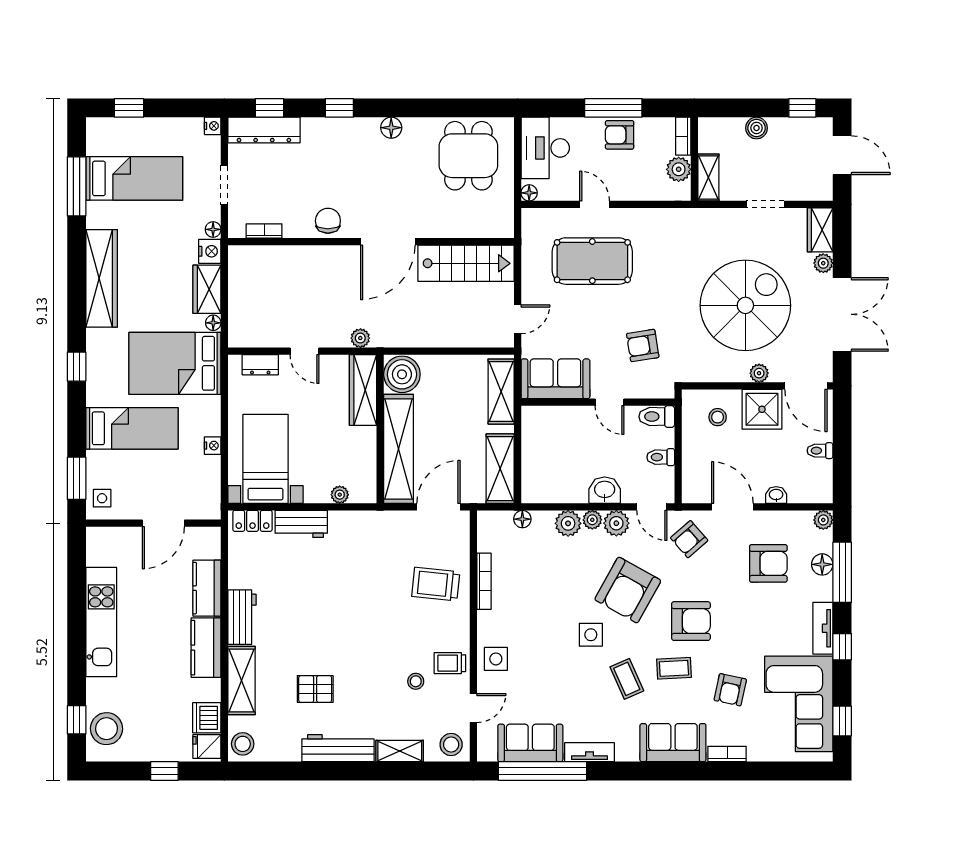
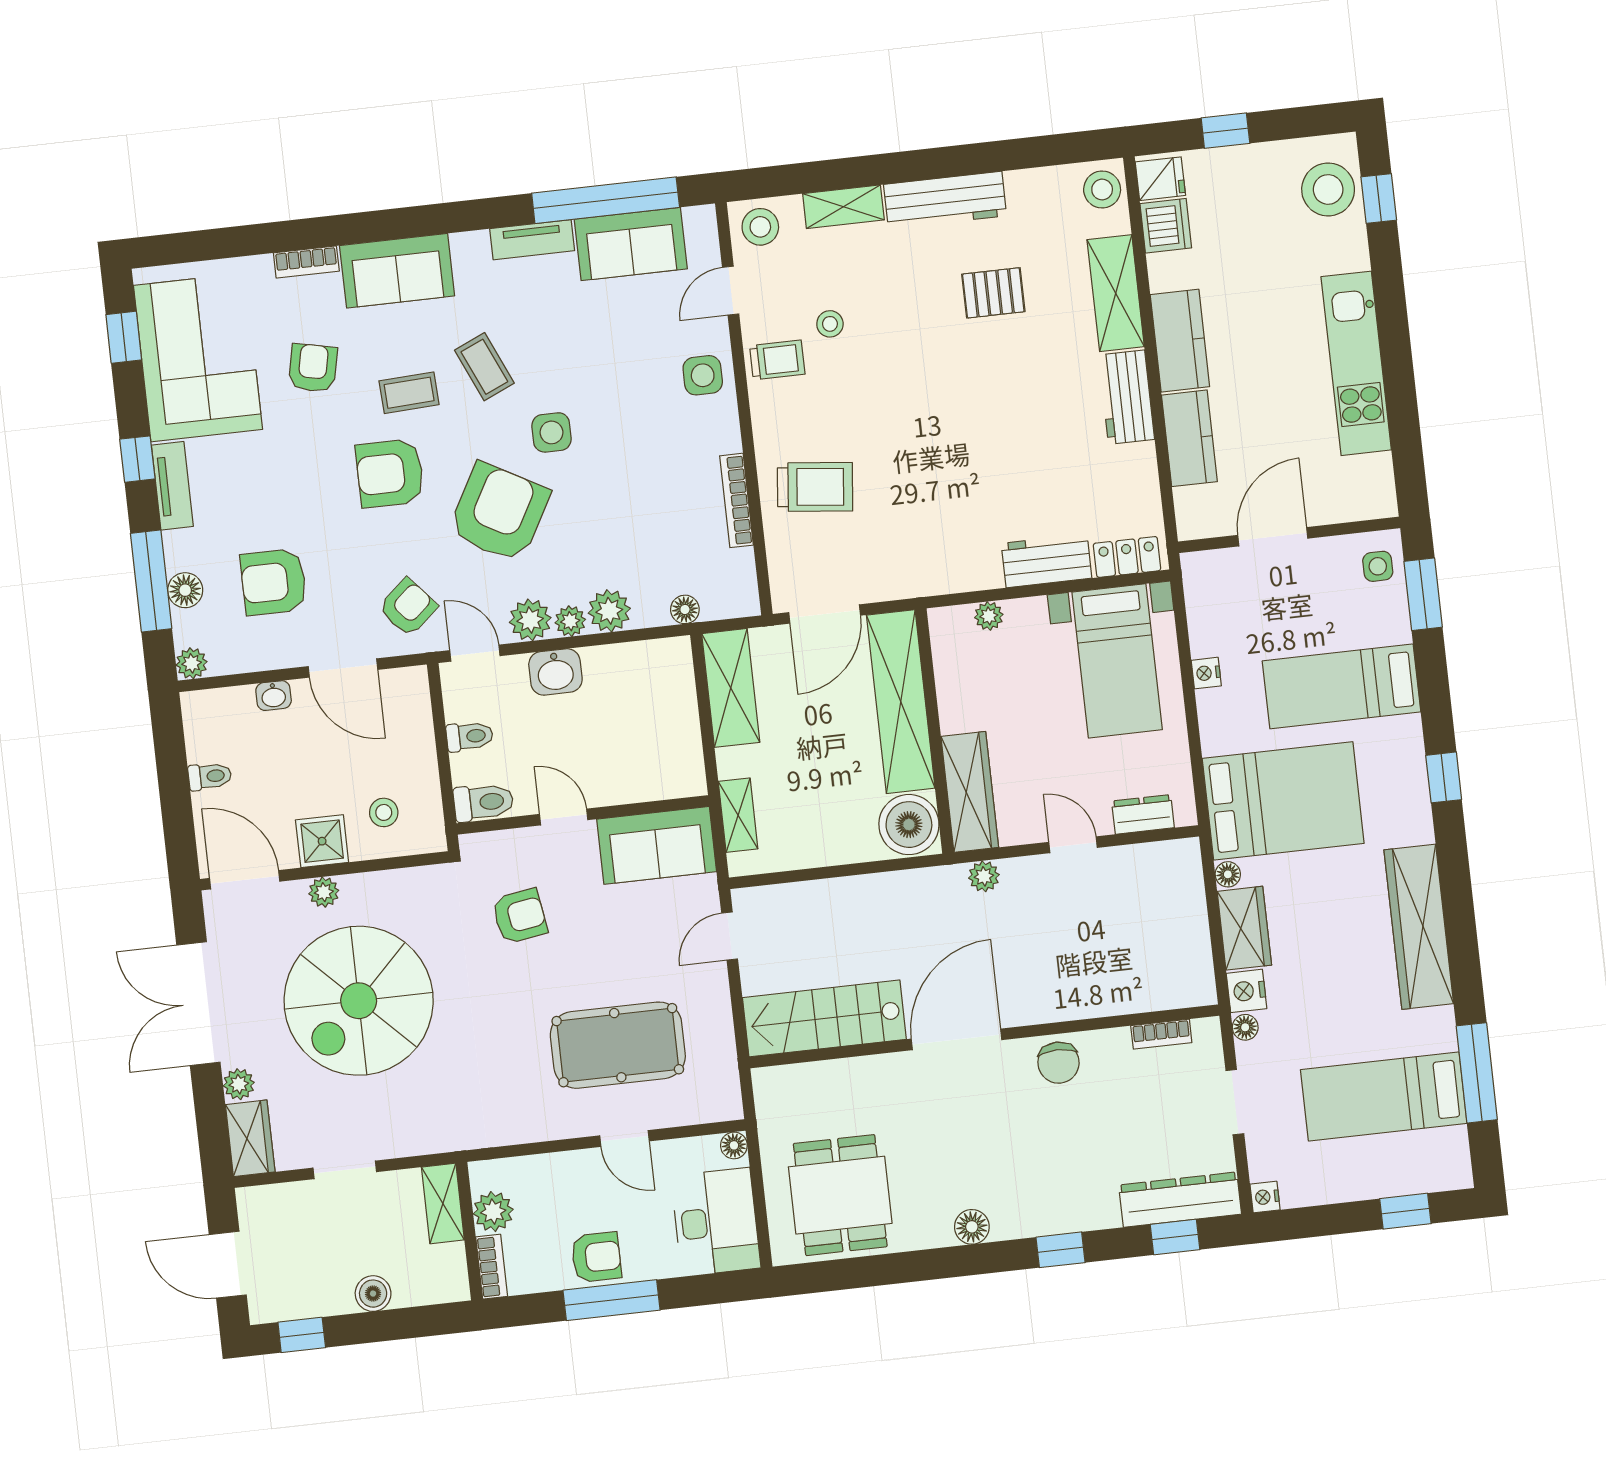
shelving: (501, 392) -> (738, 815), width x0.67, depth x0.75
shower: (762, 409) -> (322, 841), width x0.73, depth x0.73

